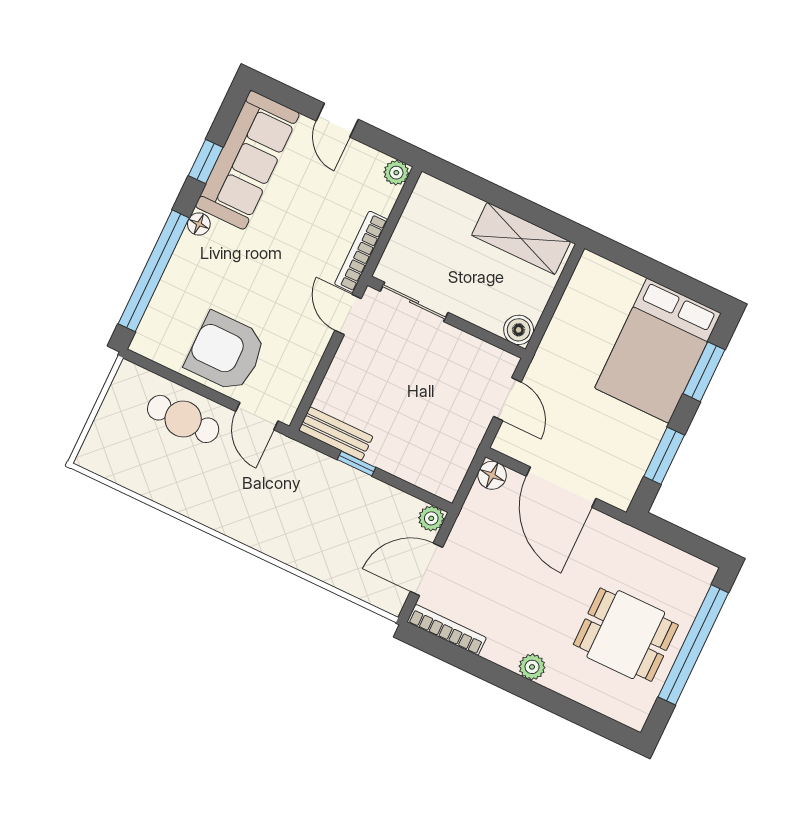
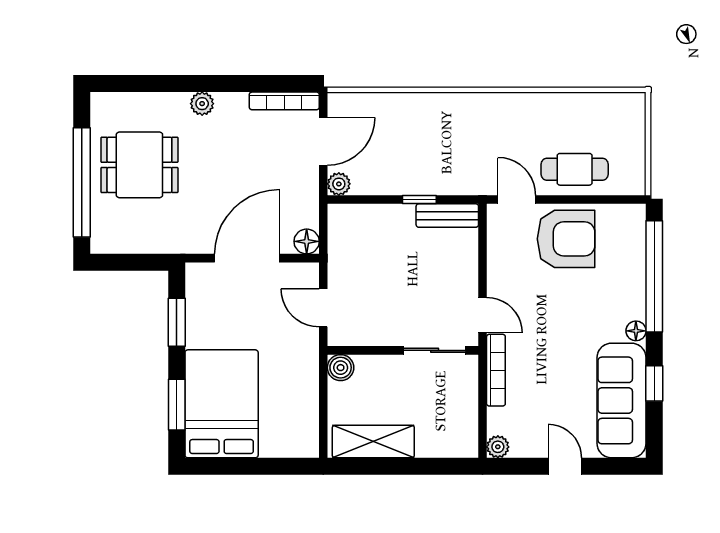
door: (561, 487) -> (247, 258), hinge flipped

